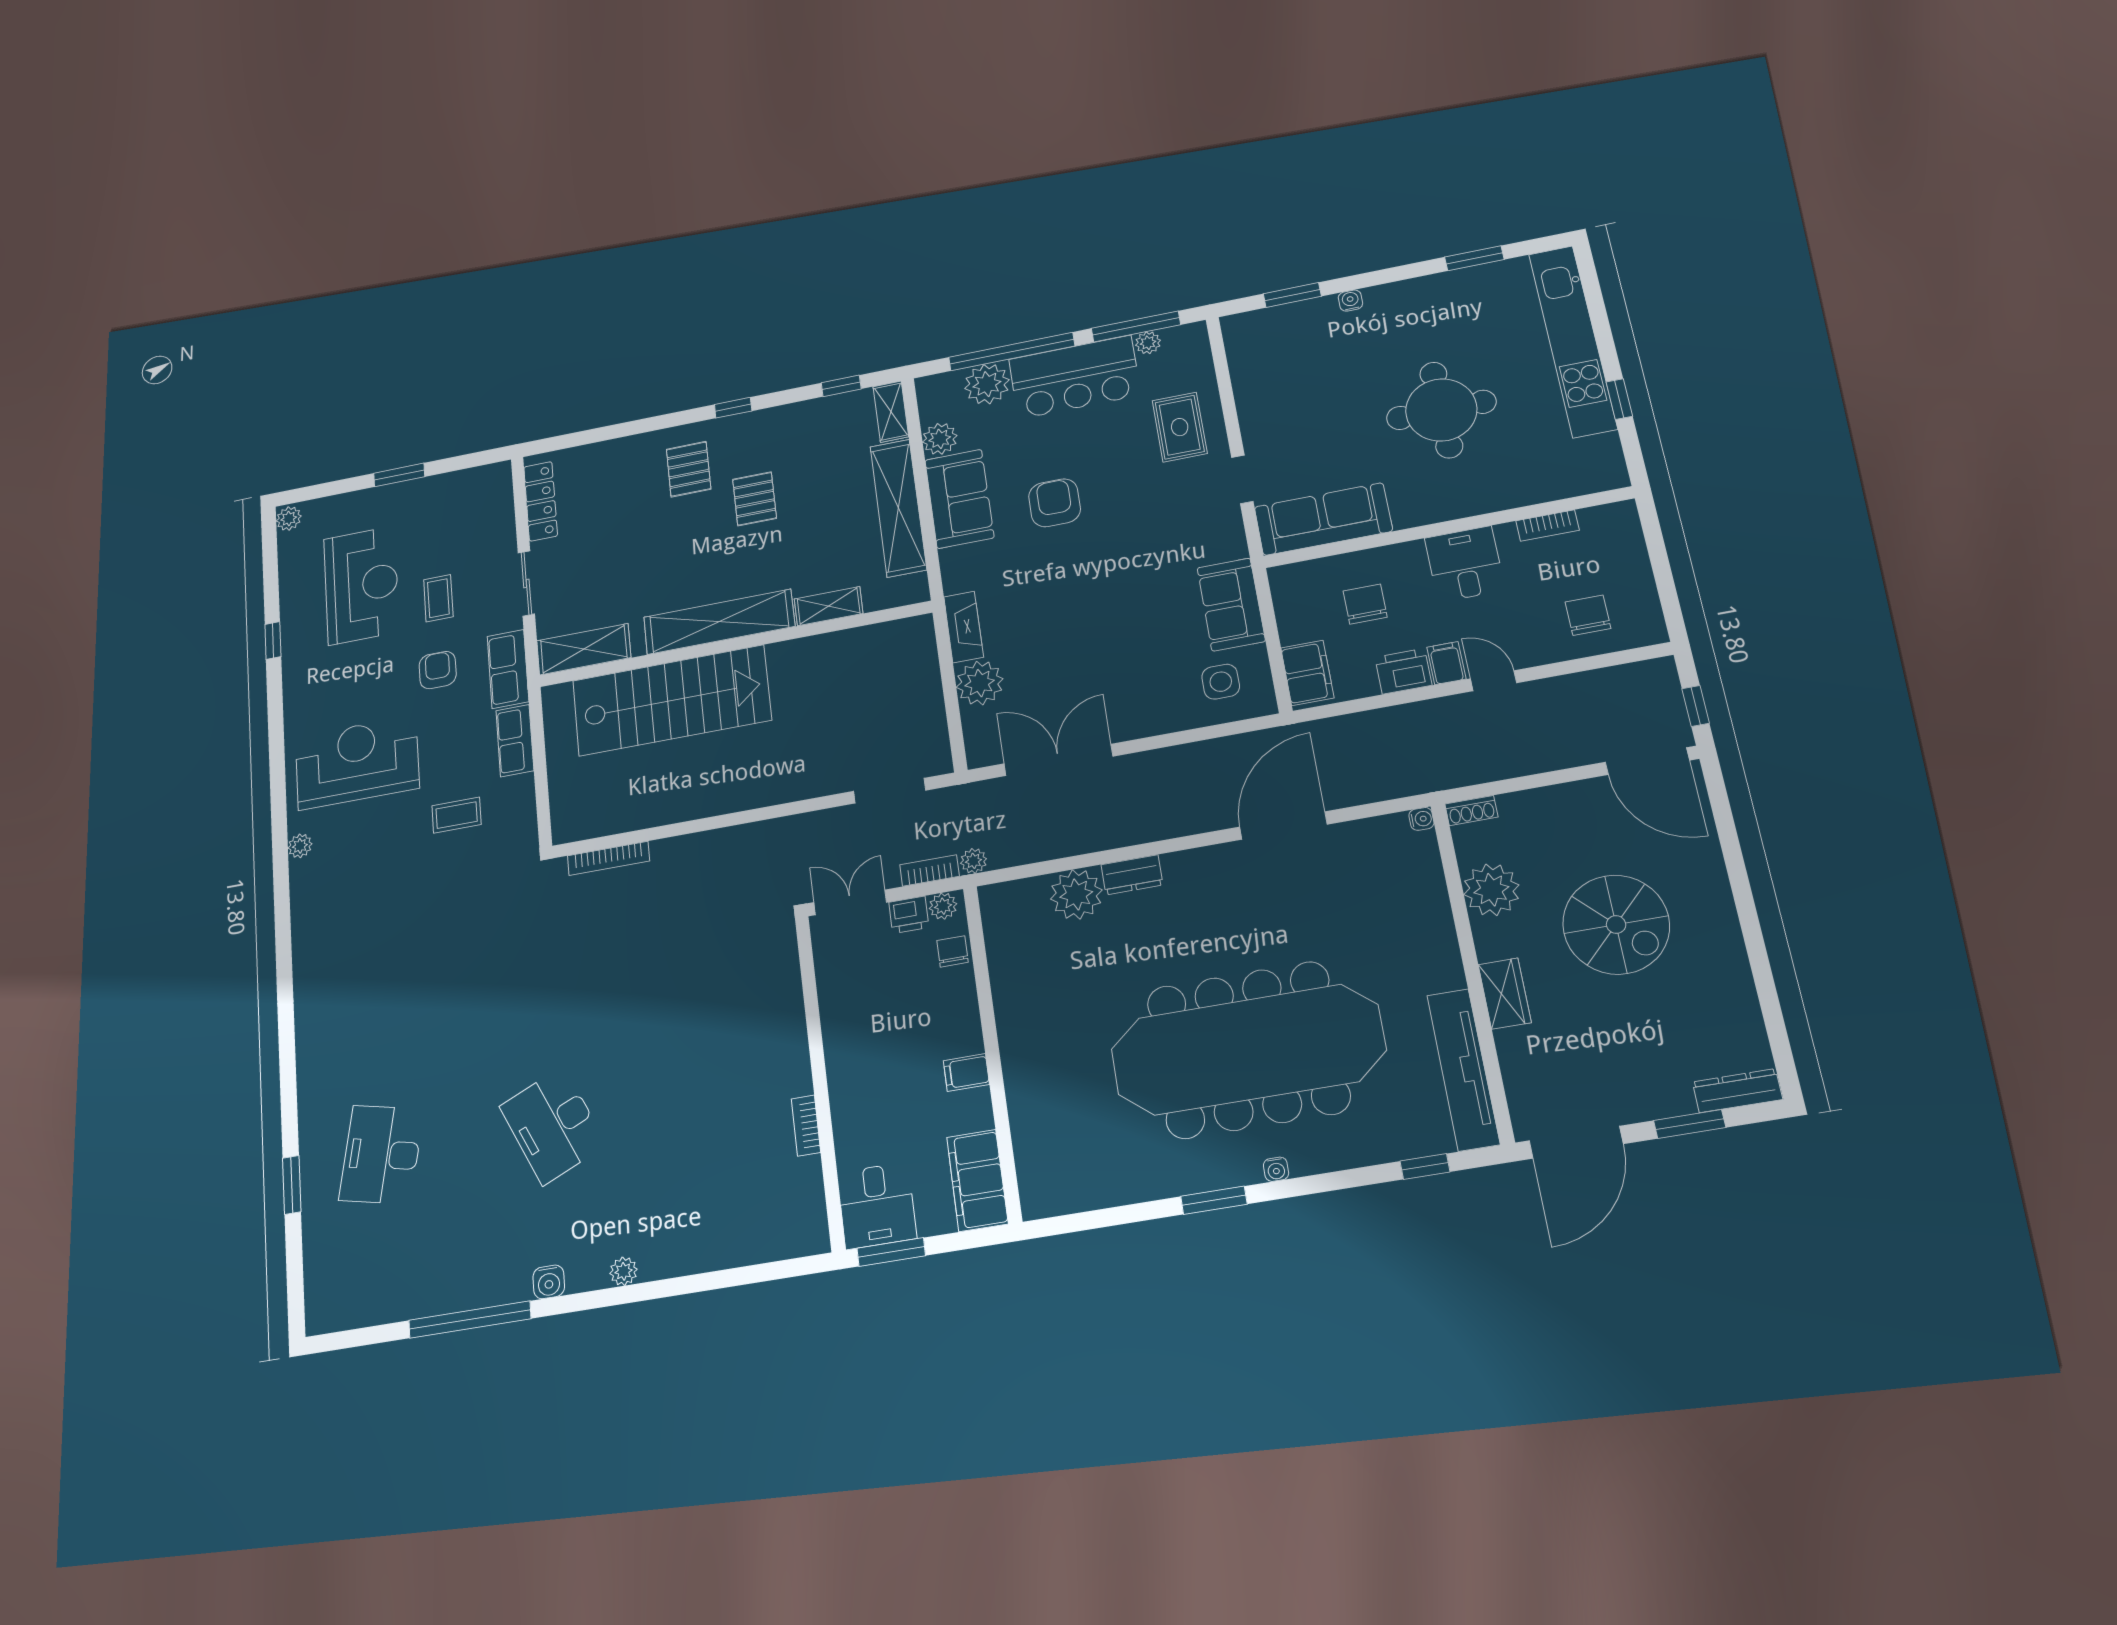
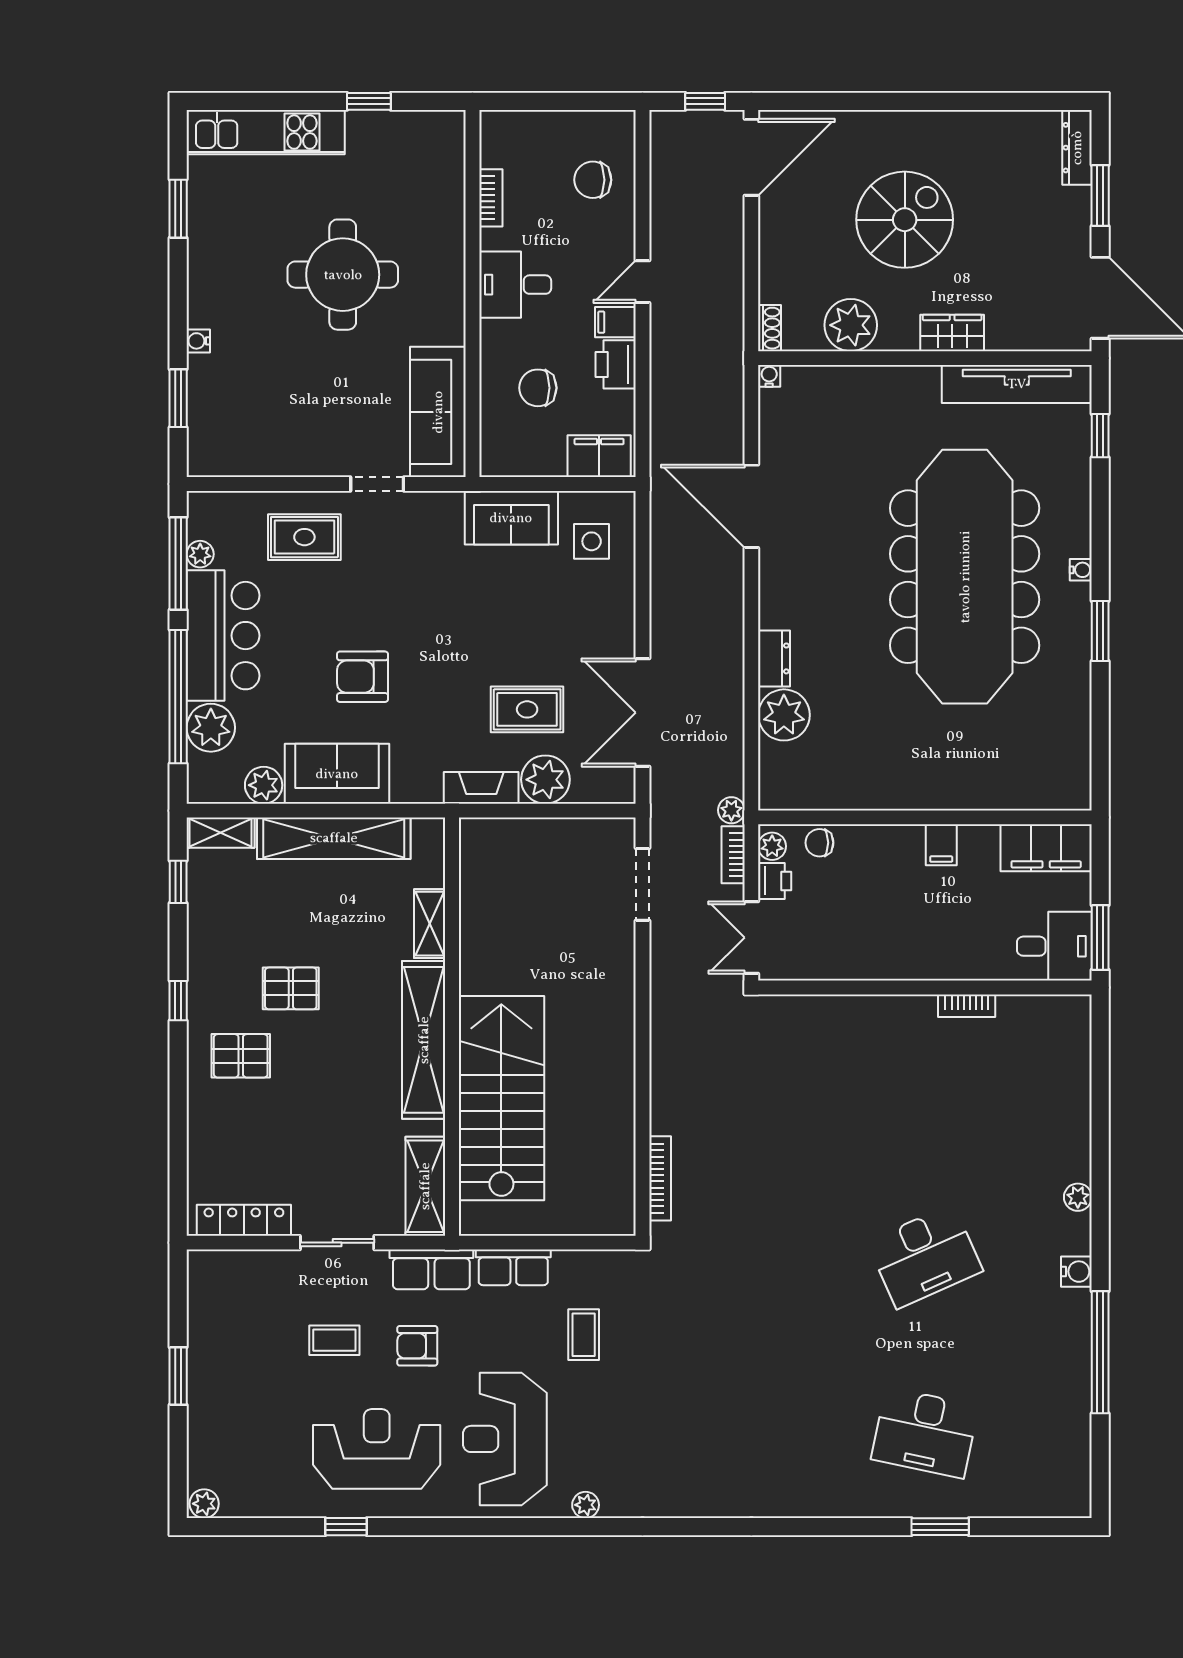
kitchen unit: (1573, 341) -> (266, 132), width x0.73
reception desk: (362, 585) -> (377, 1449), moved
rug: (1045, 654) -> (527, 709), added

